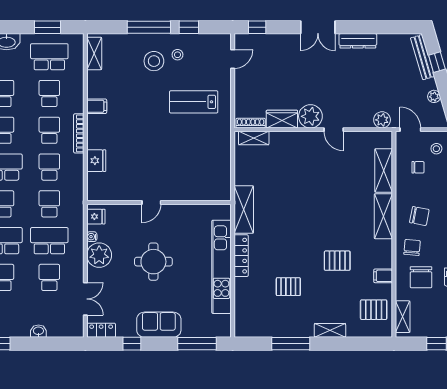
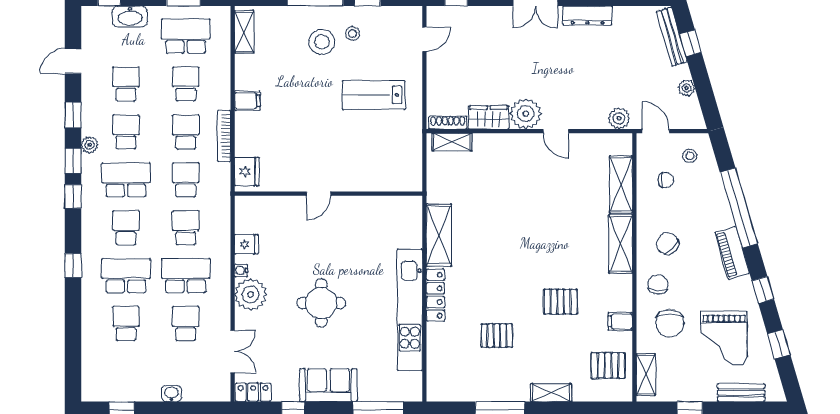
door: (151, 203) -> (319, 194), moved
wall: (159, 203) -> (328, 194), moved
chair: (419, 216) -> (668, 244), turned -149

